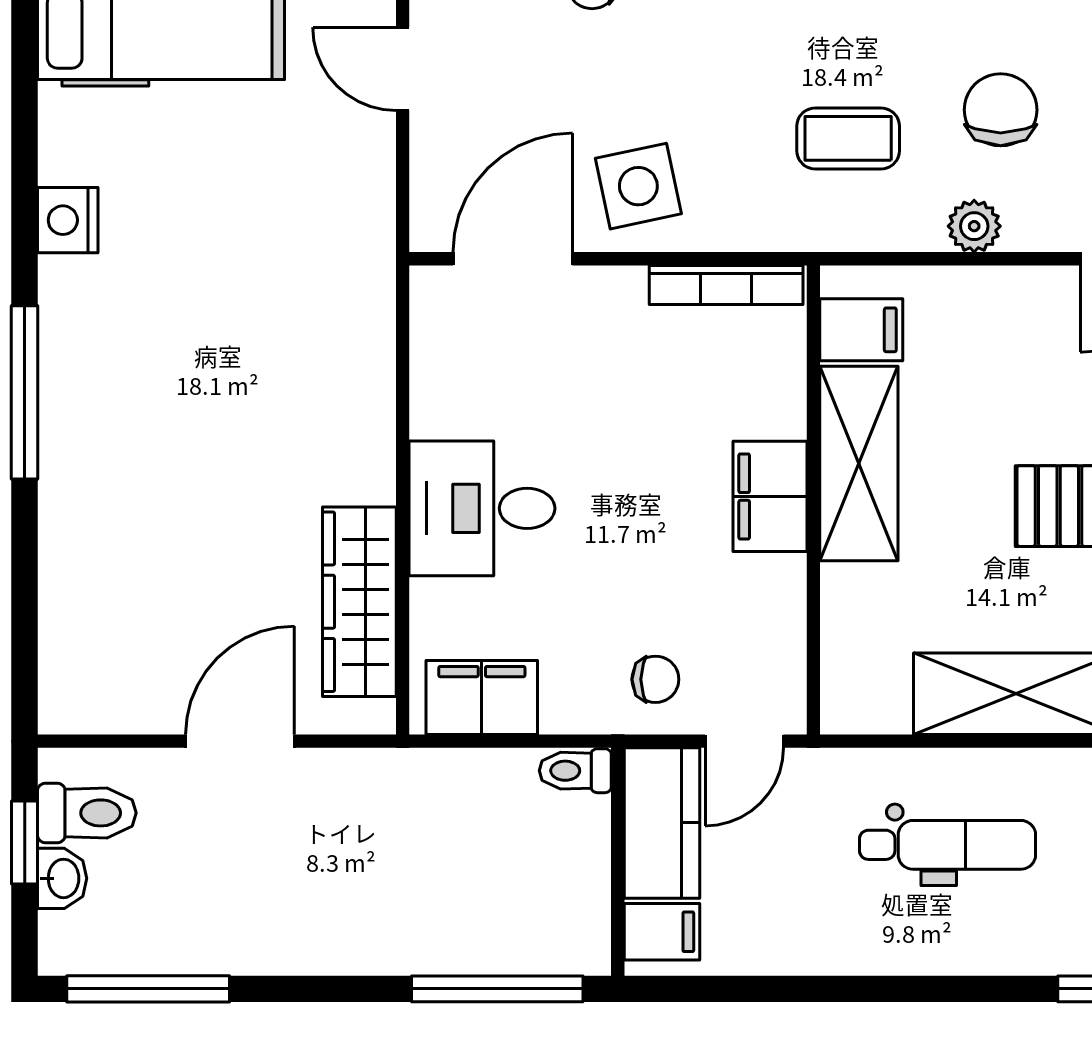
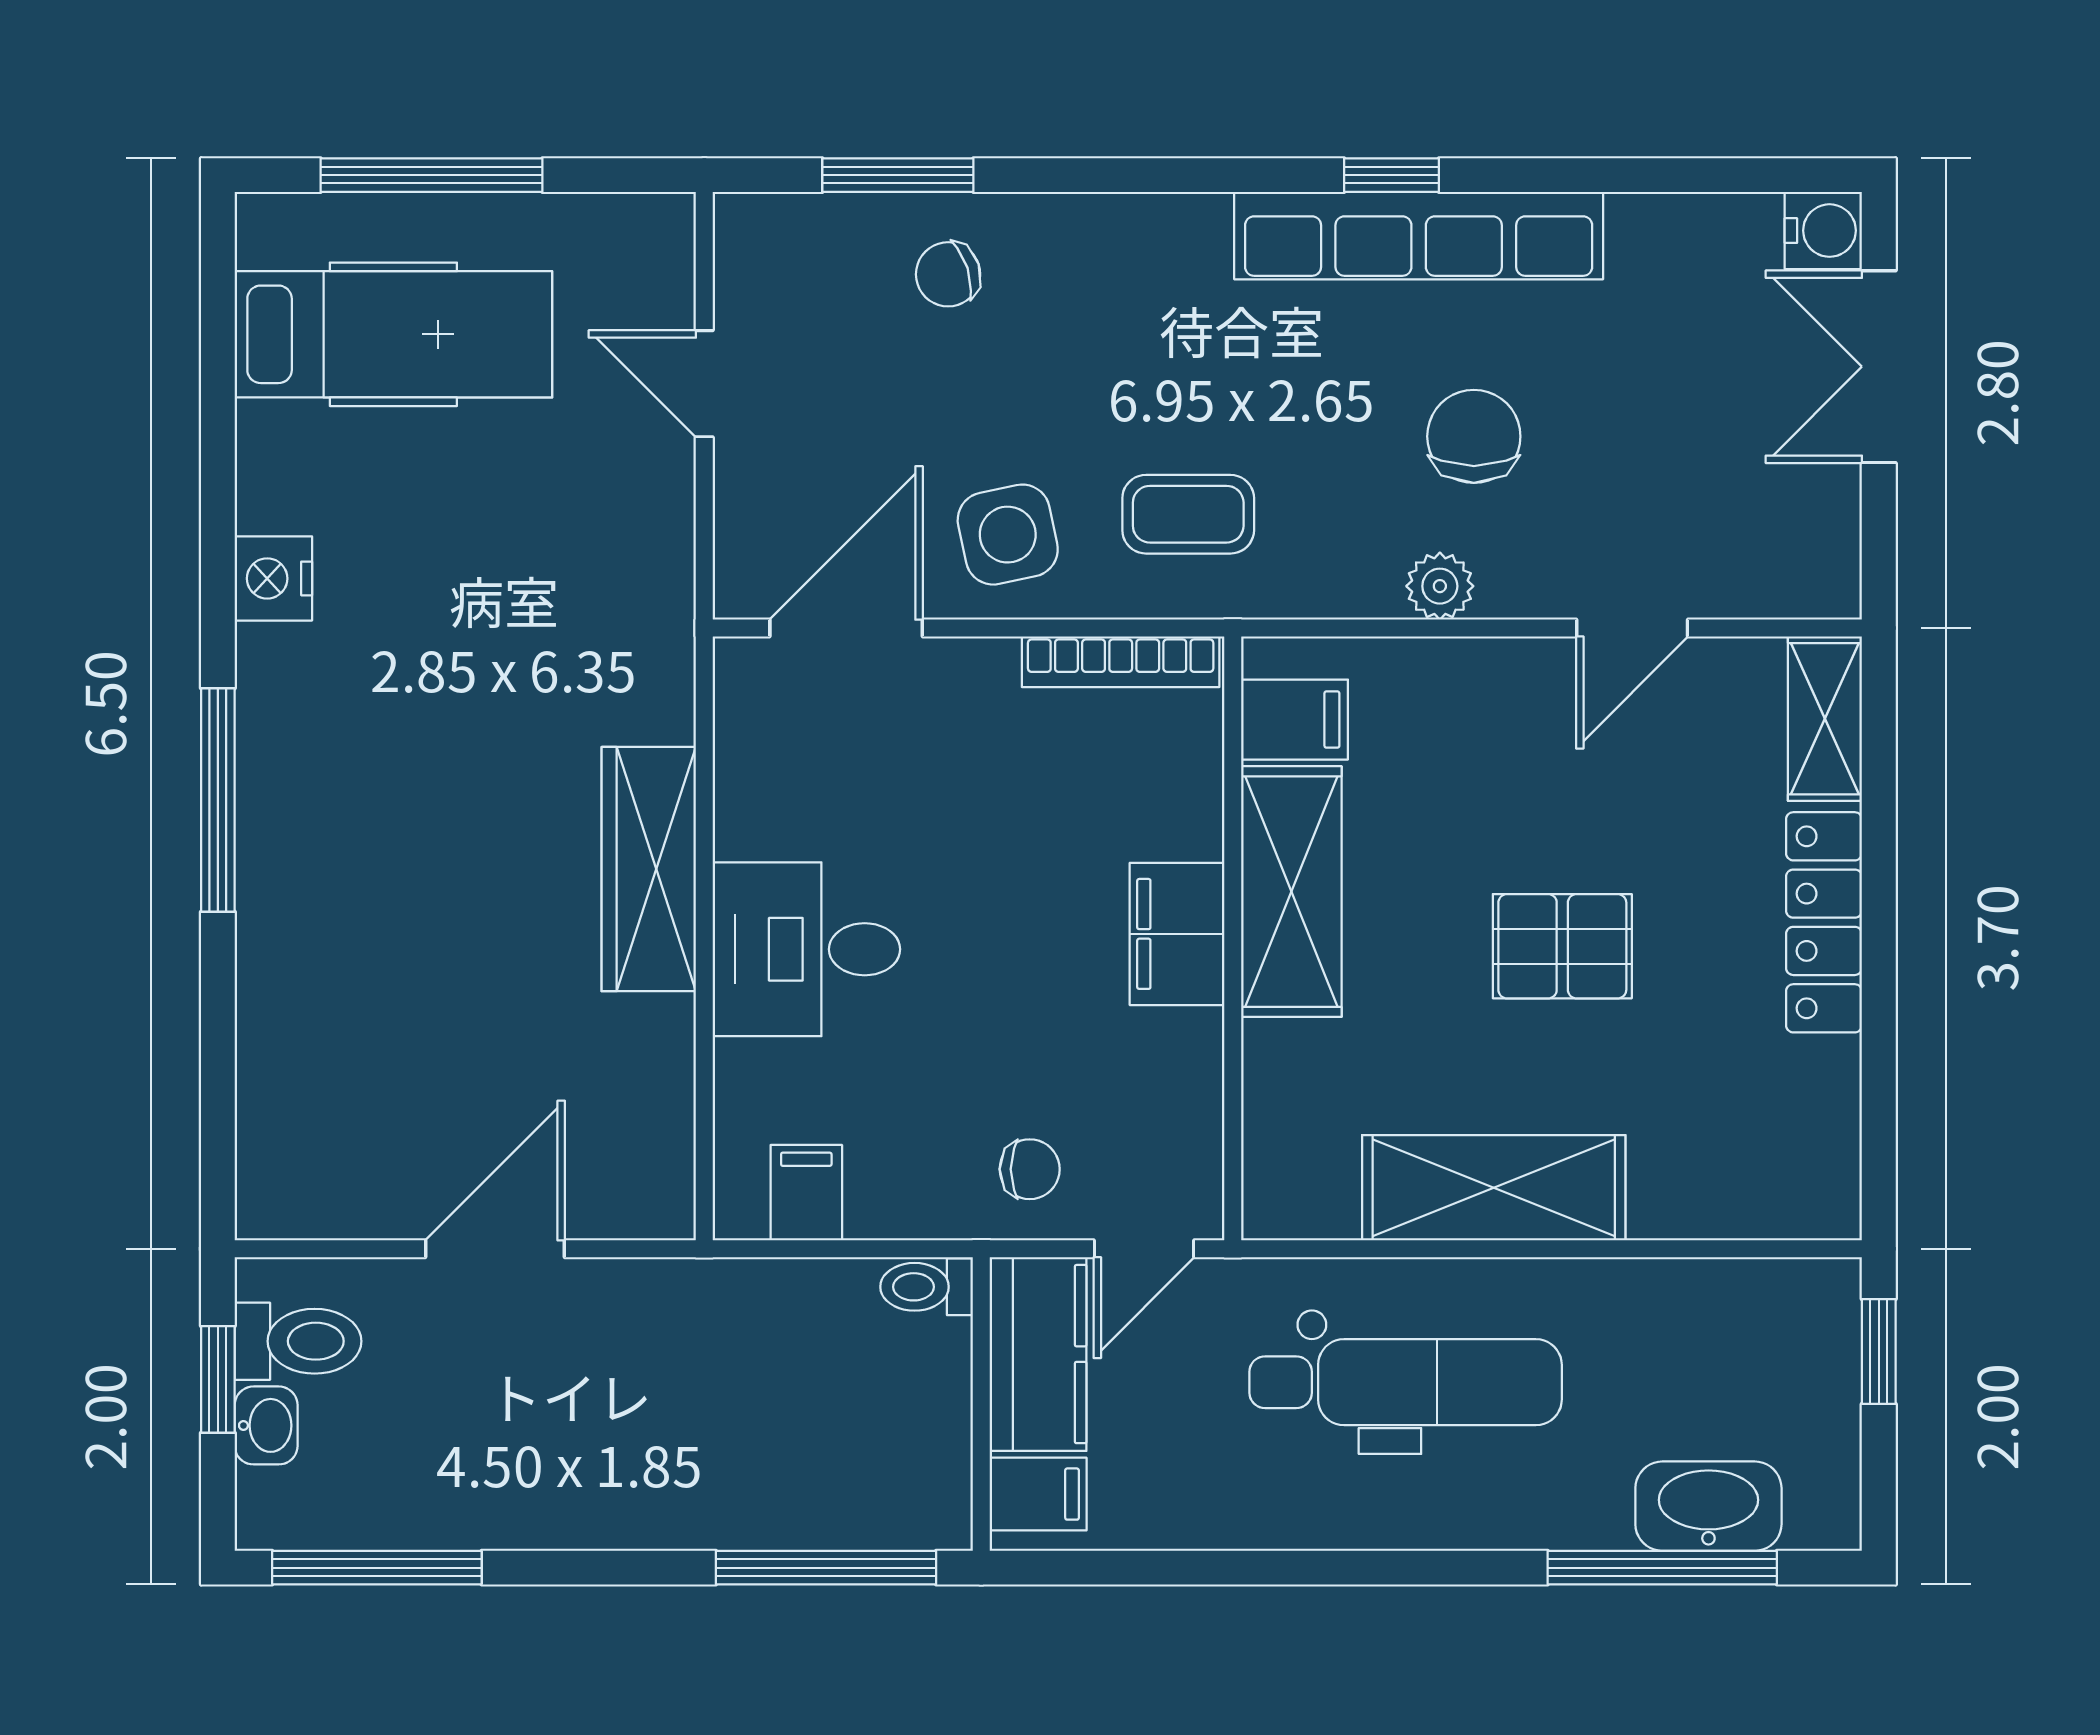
coffee table: (848, 138) -> (1188, 514), moved
wardrobe: (359, 602) -> (649, 869), moved
filing cabinet: (482, 698) -> (806, 1193), width x0.50
dental chair: (948, 845) -> (1406, 1382), width x1.36, depth x1.38

